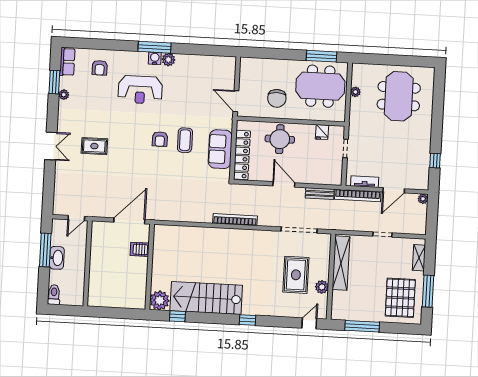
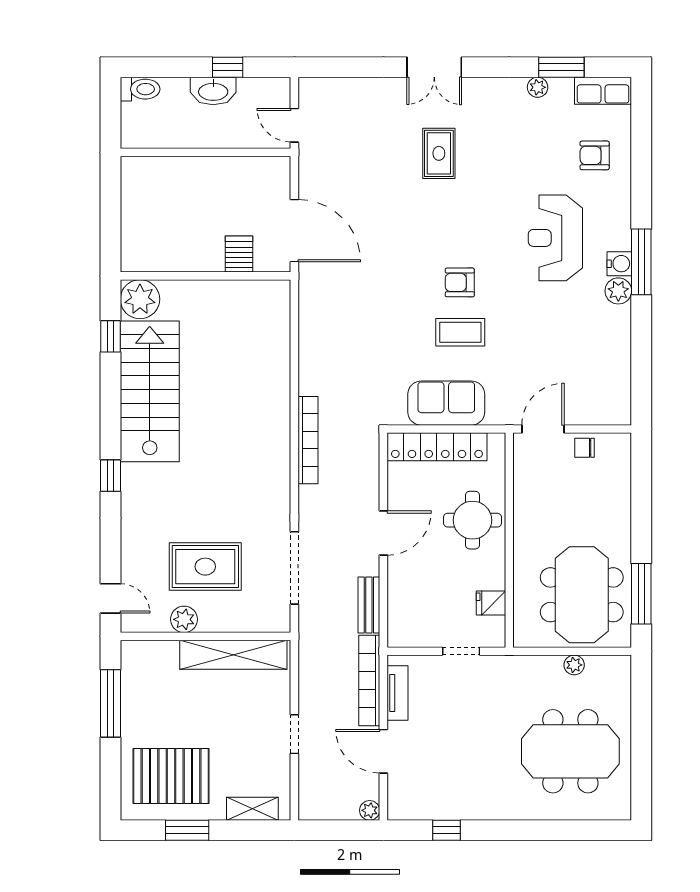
chair: (277, 98) -> (584, 448), moved, width x0.54, depth x0.54
window: (45, 250) -> (228, 67), width x0.46
window: (428, 291) -> (187, 830), width x0.69

